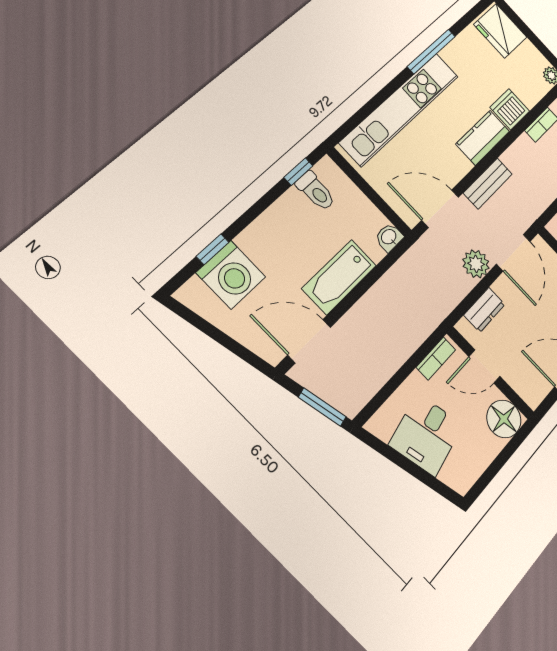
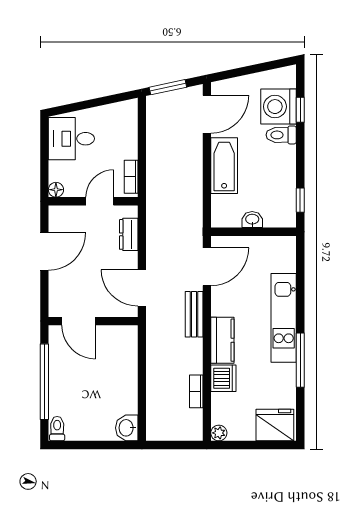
kitchen unit: (400, 109) -> (284, 318), width x0.73
toilet: (316, 191) -> (281, 135), moved
washbasin: (389, 237) -> (252, 220), moved, turned -90
plant: (476, 264) -> (157, 257), removed
floor lamp: (504, 419) -> (56, 190), width x0.53, depth x0.53
desk: (426, 435) -> (71, 139), moved, turned -78

